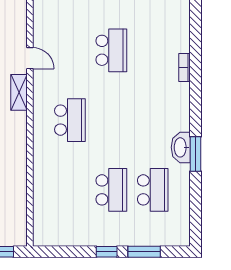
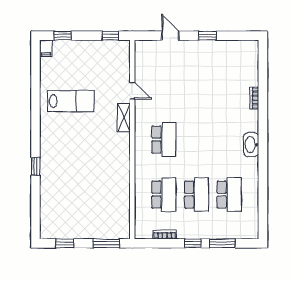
school desk: (111, 50) -> (164, 195), moved
washbasin: (181, 147) -> (251, 145), moved
window: (196, 154) -> (263, 166), removed
bookcase: (71, 241) -> (165, 234), added

